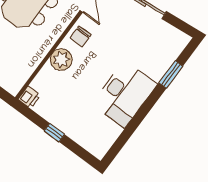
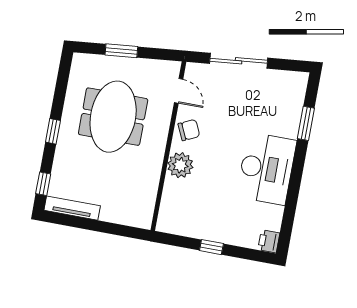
chair: (81, 36) -> (189, 130), turned -115
printer: (29, 97) -> (269, 241), moved, turned 180

